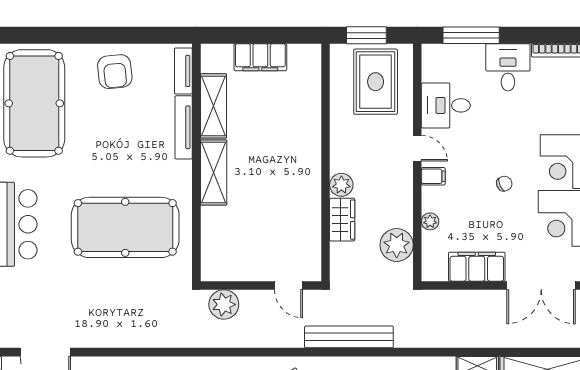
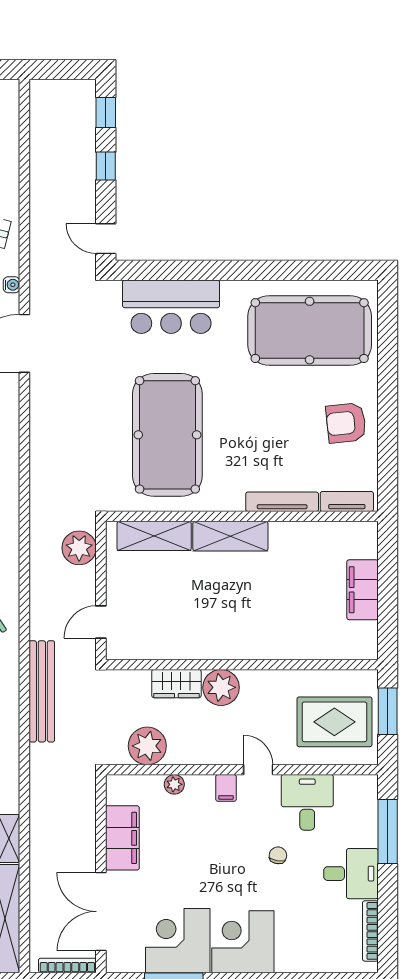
shelving: (213, 106) -> (154, 536), moved
door: (417, 148) -> (258, 770), swing flipped
chair: (504, 184) -> (278, 855), moved, turned -145
plant: (341, 185) -> (221, 687), width x1.36, depth x1.36

